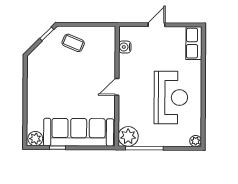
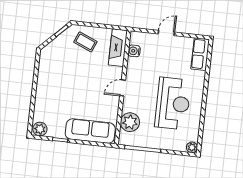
fireplace: (108, 45) -> (118, 48), added
sofa: (79, 132) -> (90, 131), width x0.74, depth x0.79
plant: (128, 136) -> (130, 122), moved

